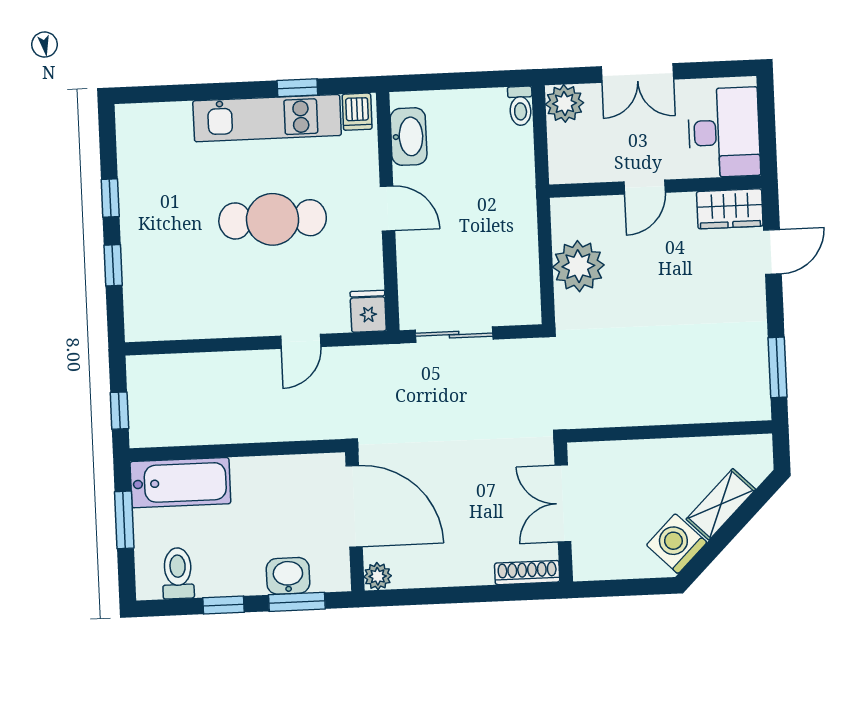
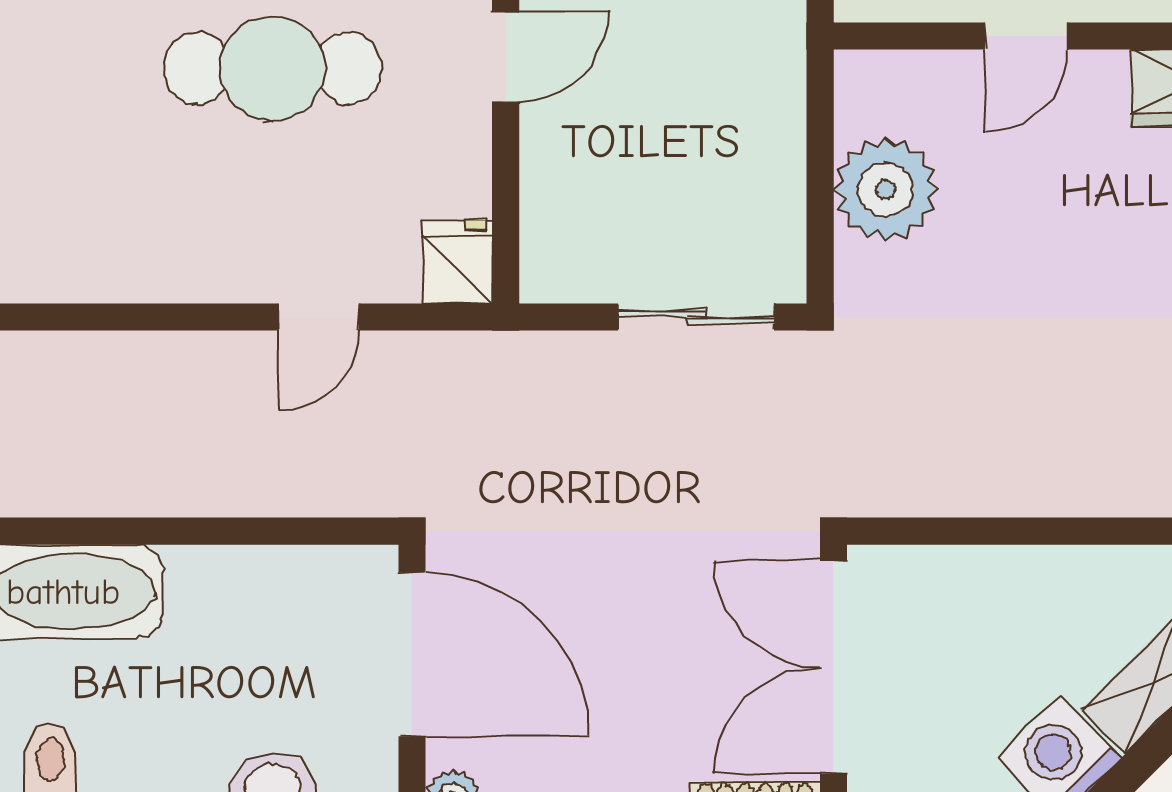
door: (388, 208) -> (506, 56), hinge flipped
sliding door: (454, 335) -> (696, 317), moved
double door: (563, 503) -> (834, 667), width x1.37

